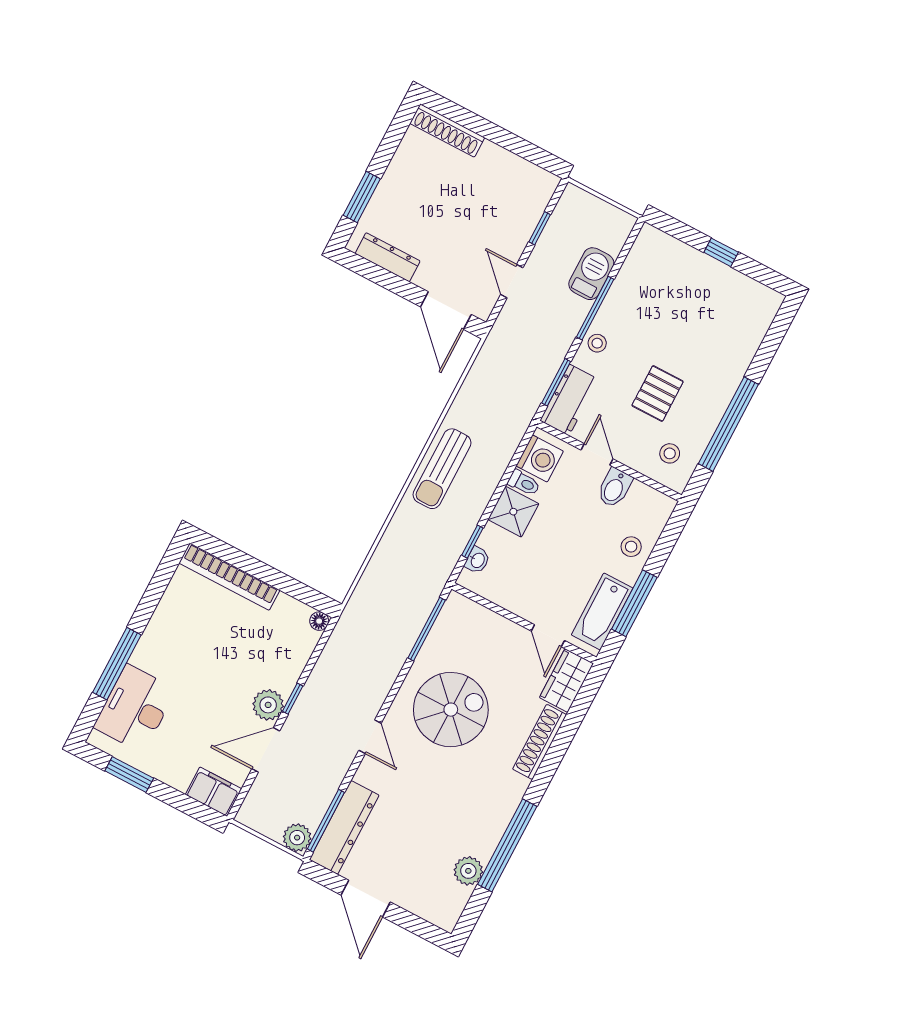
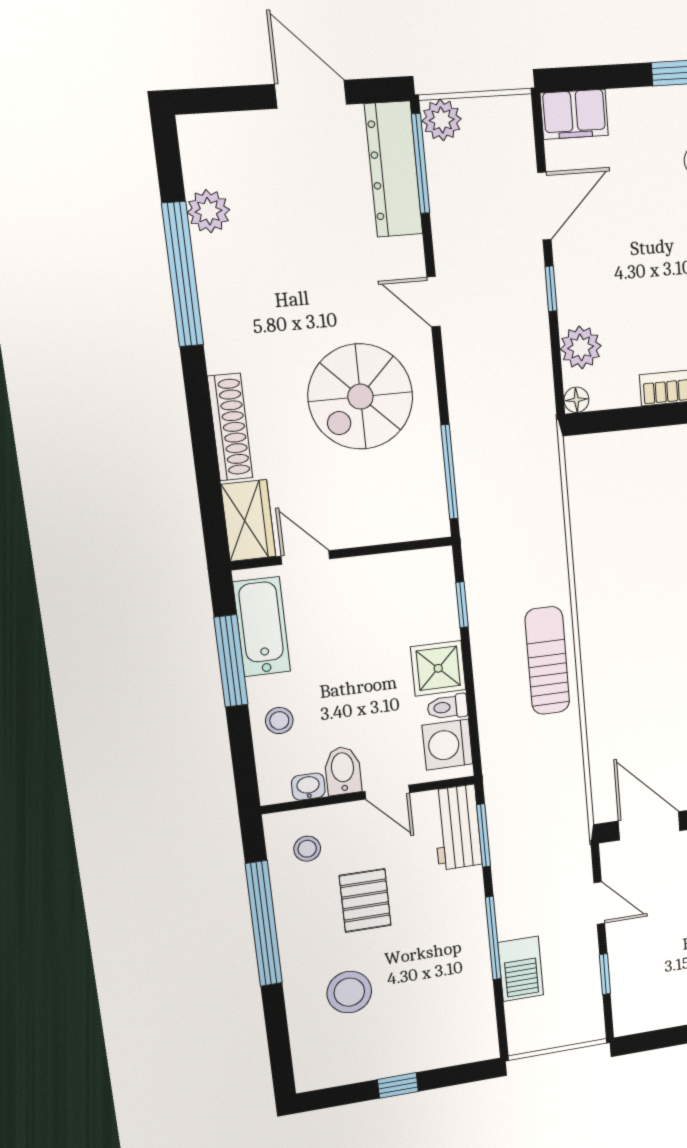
stool: (597, 343) -> (349, 992), moved, width x1.89, depth x1.89
washbasin: (477, 560) -> (308, 787), moved, turned 90
plant: (268, 705) -> (581, 347), moved

